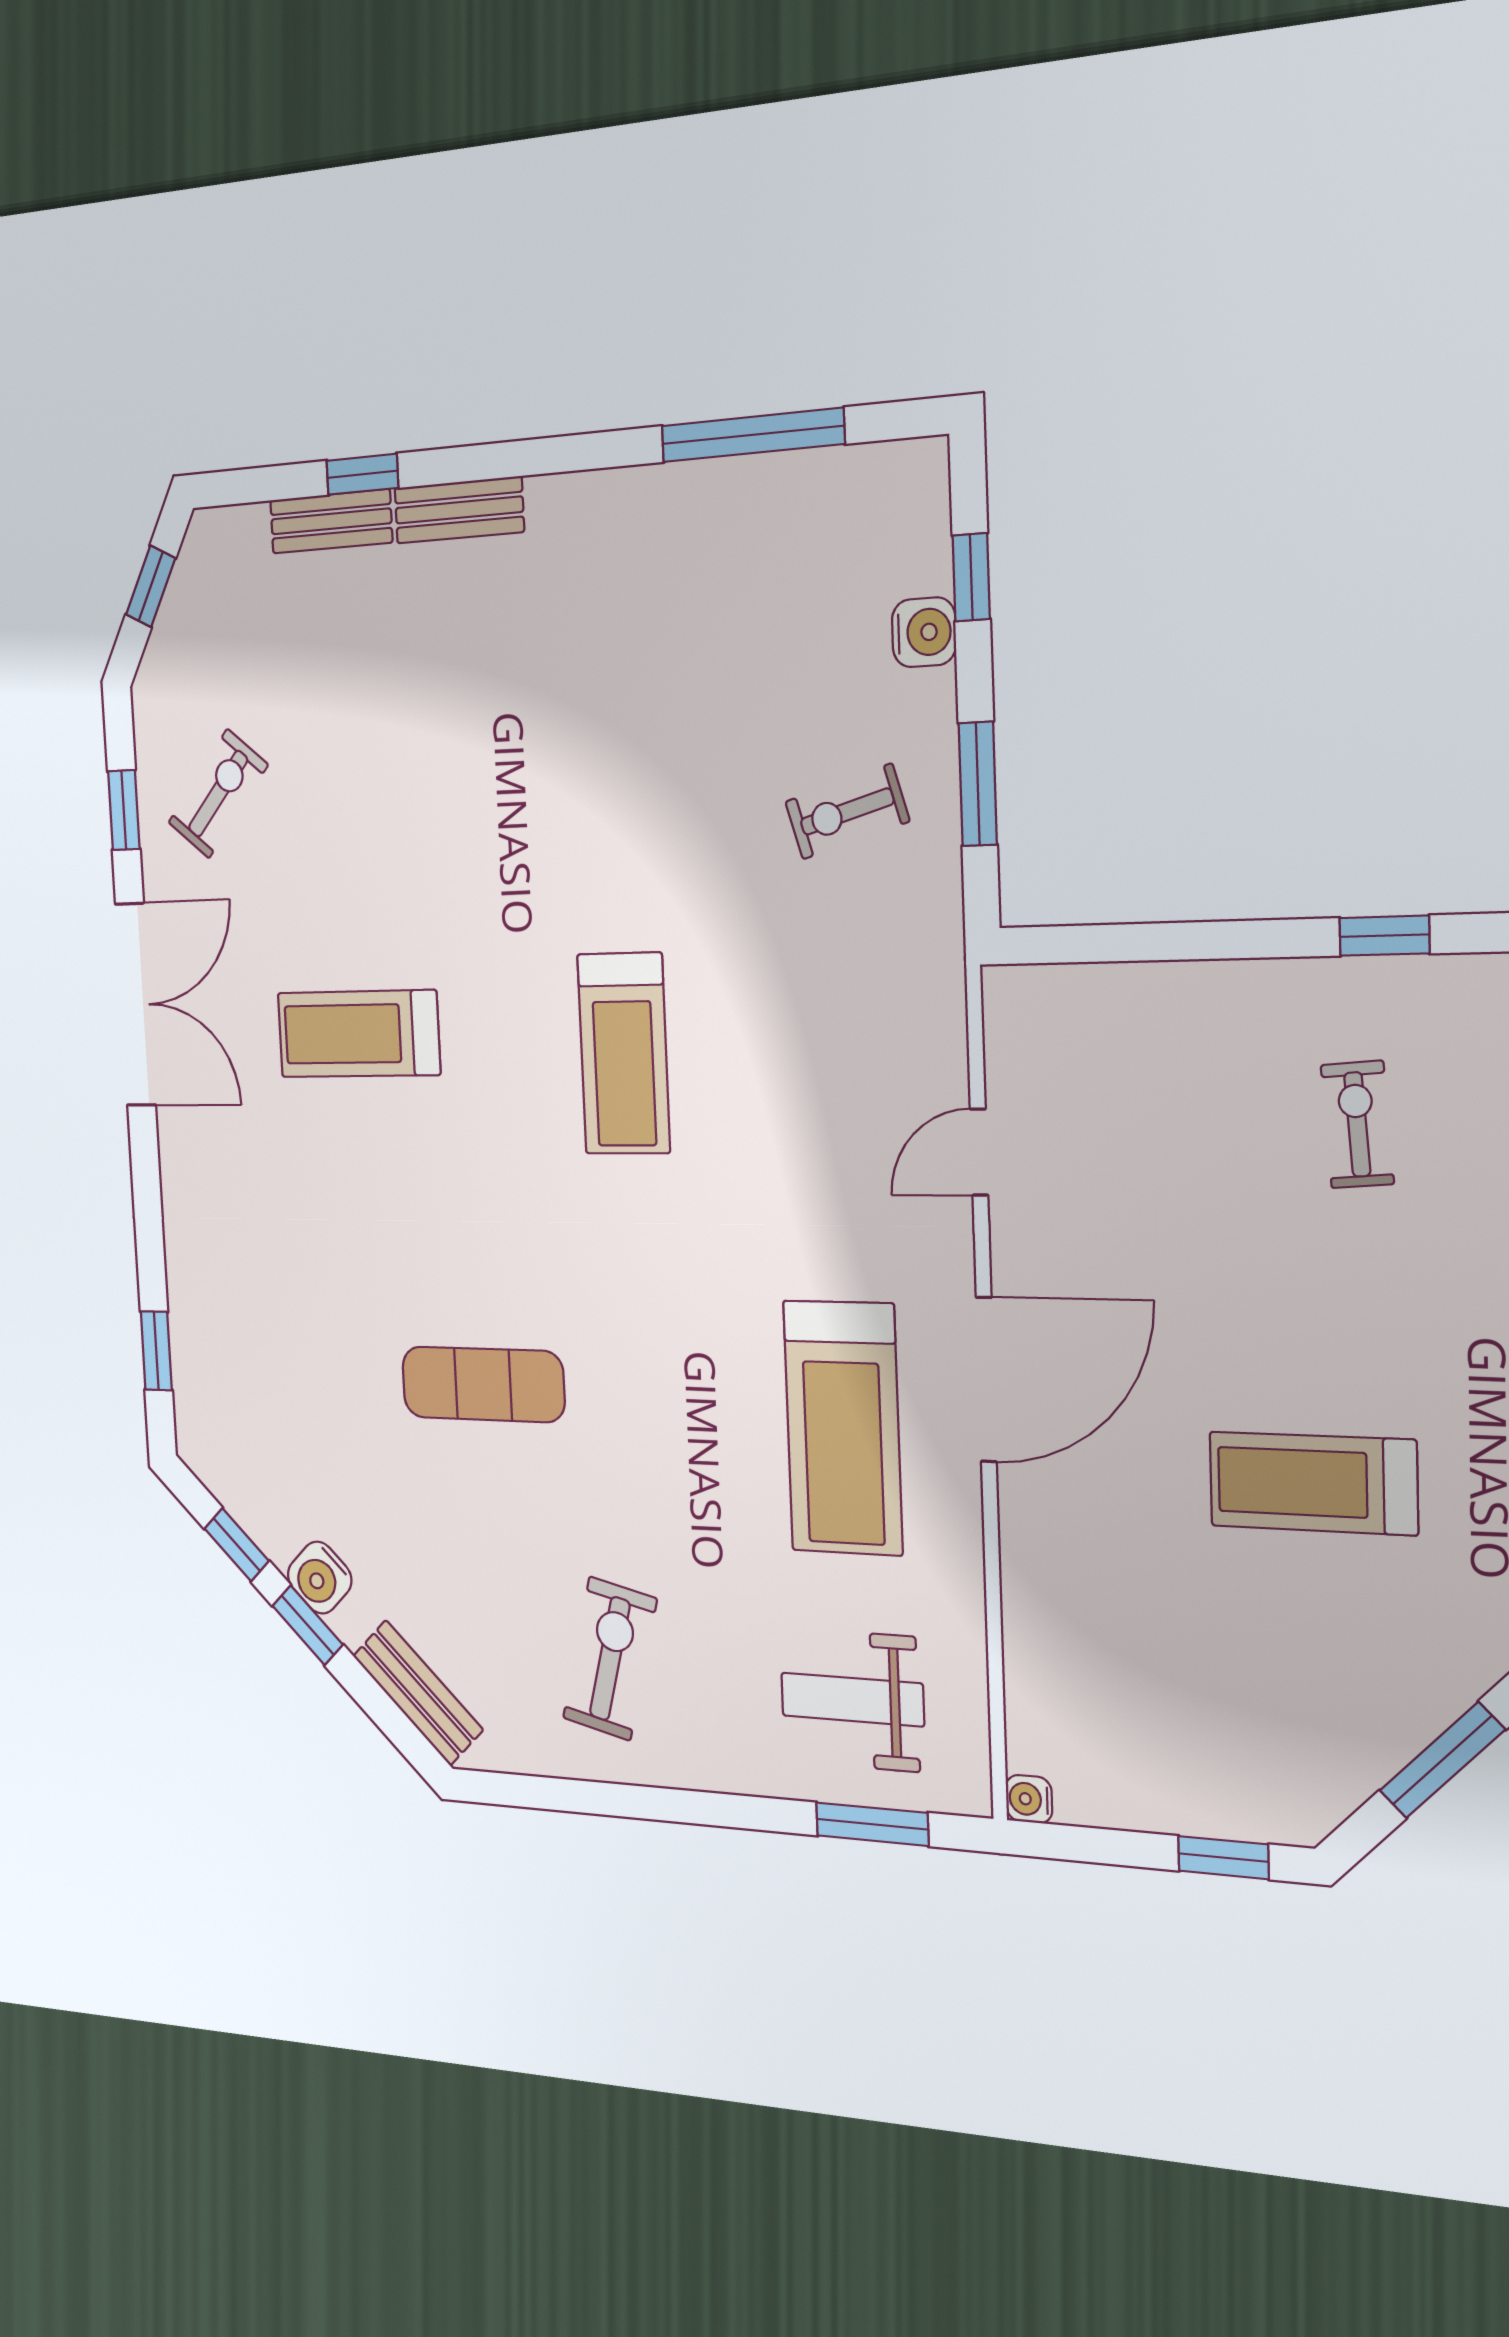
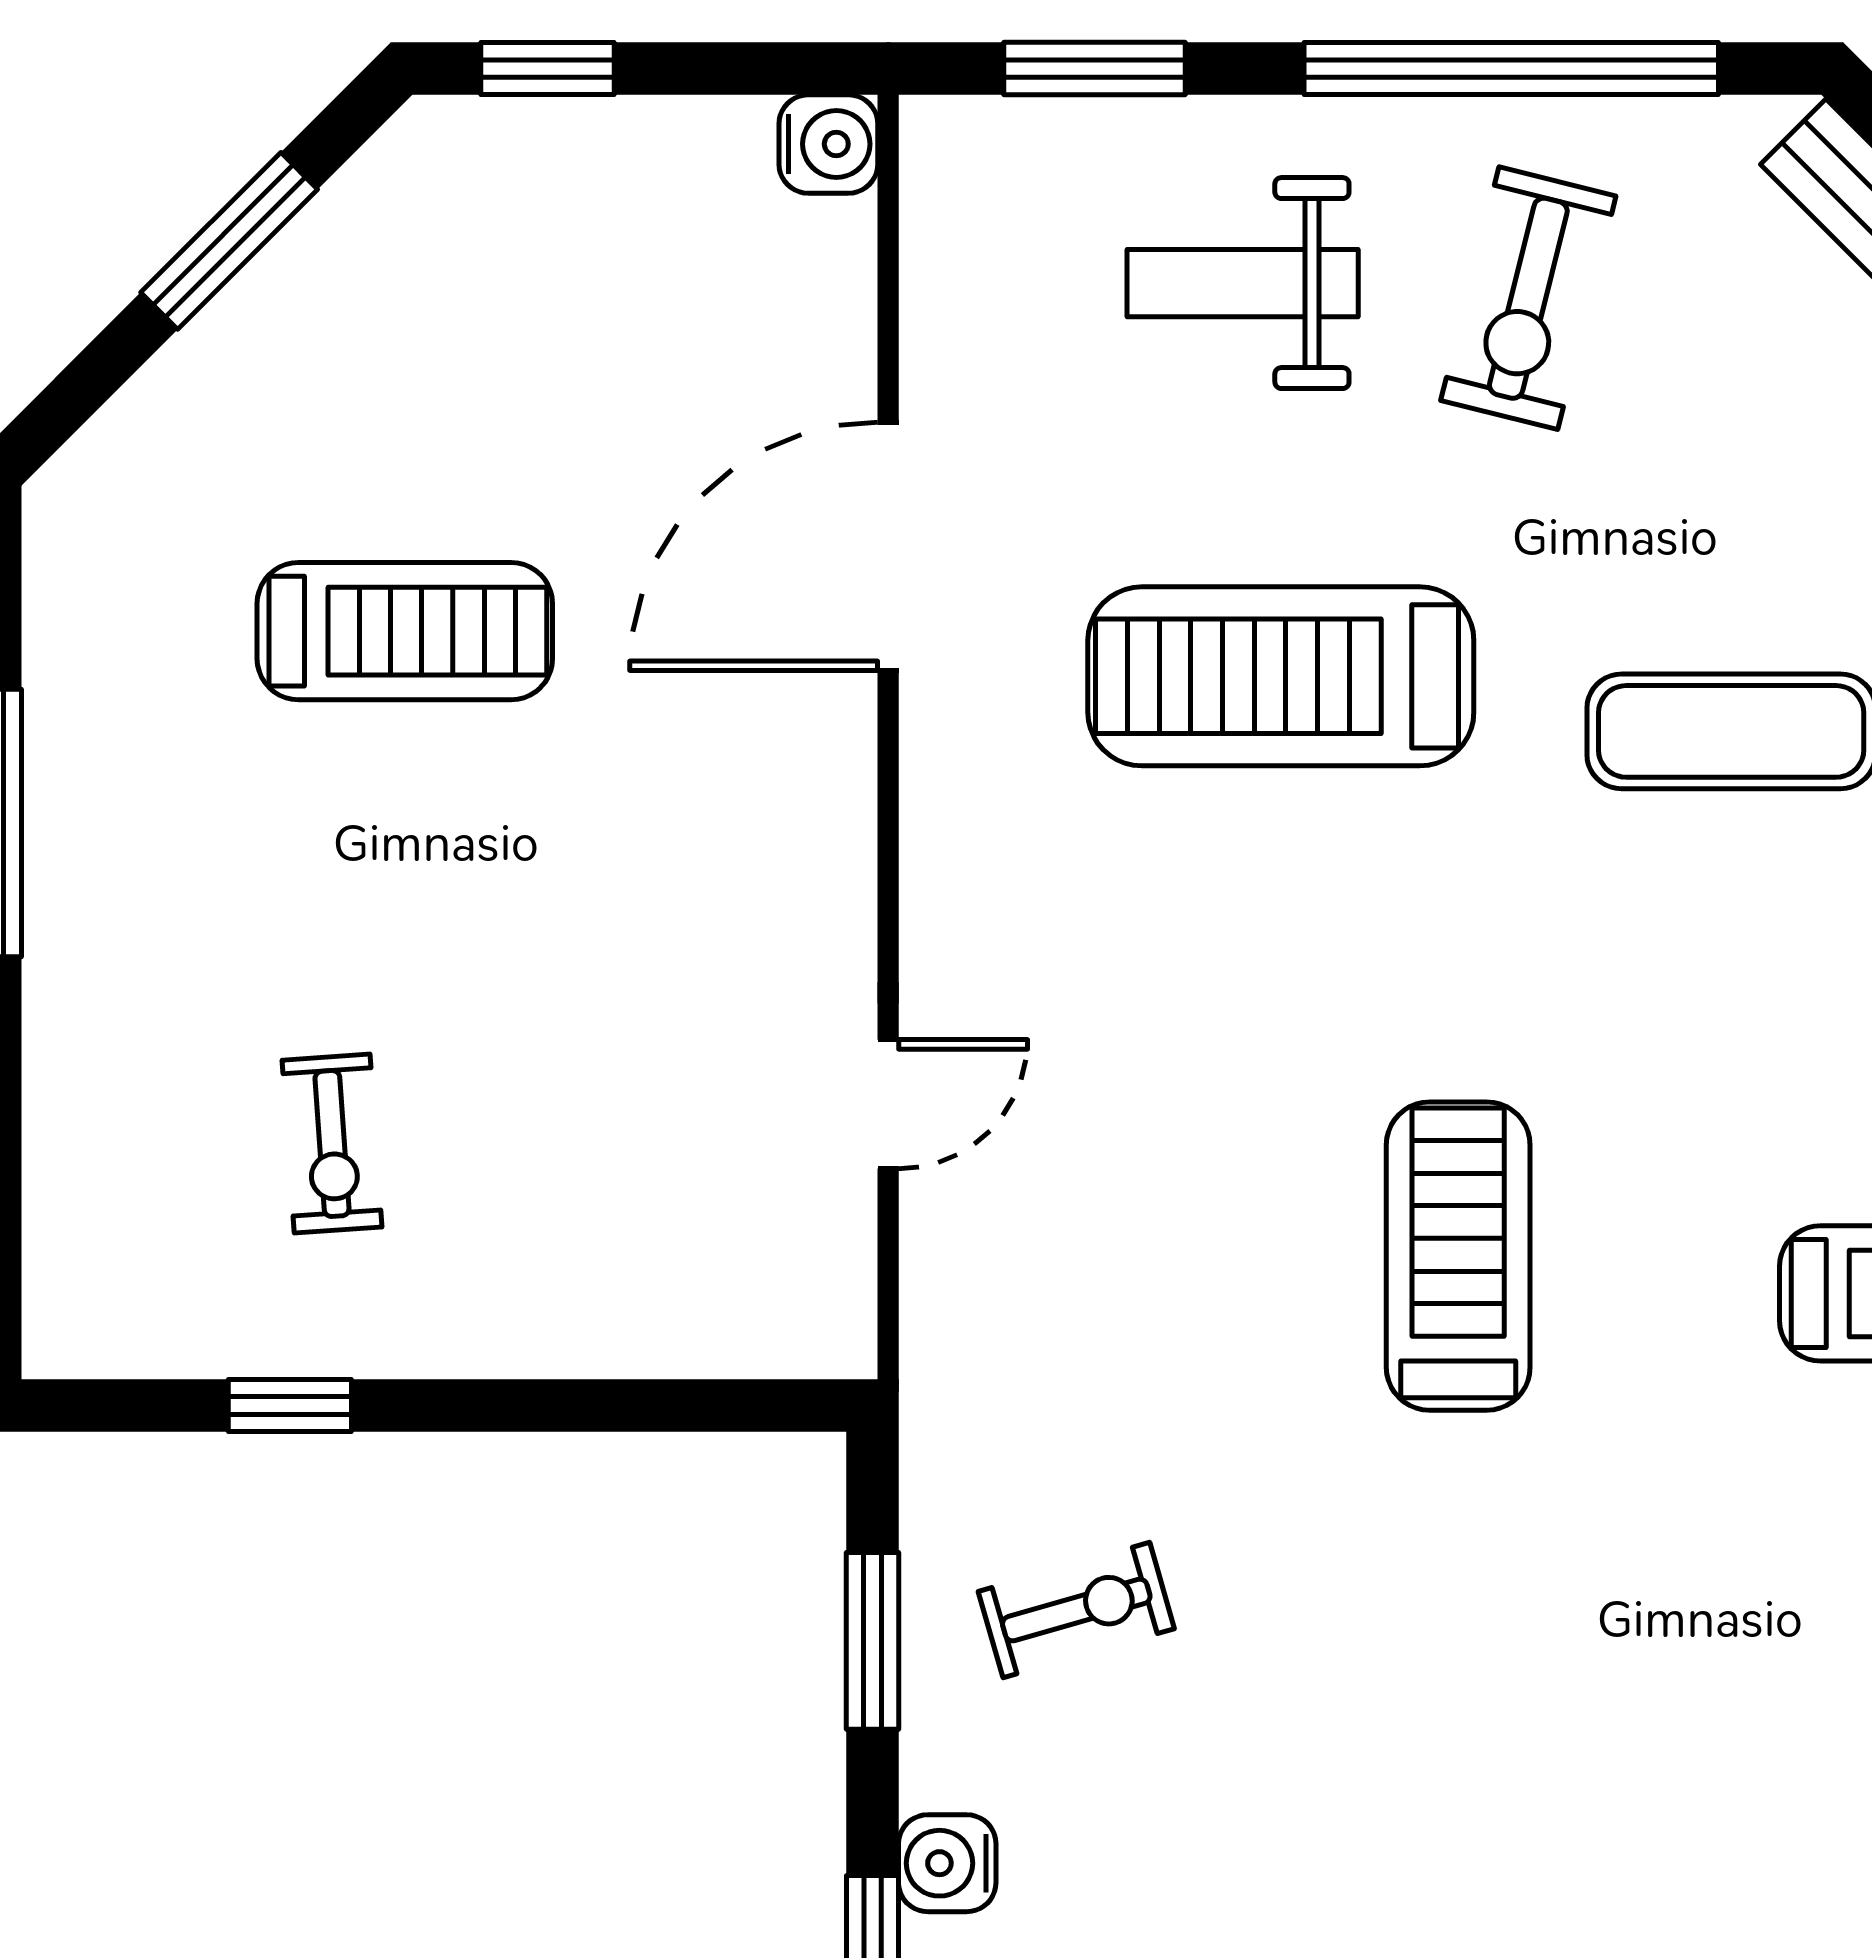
door: (986, 1380) -> (888, 546), moved
treadmill: (843, 1428) -> (1281, 676), moved, turned -90
weight bench: (852, 1700) -> (1243, 283), moved, turned 180
water cooler: (1029, 1799) -> (828, 144), width x1.38, depth x1.38
window: (626, 1801) -> (1511, 69), added

